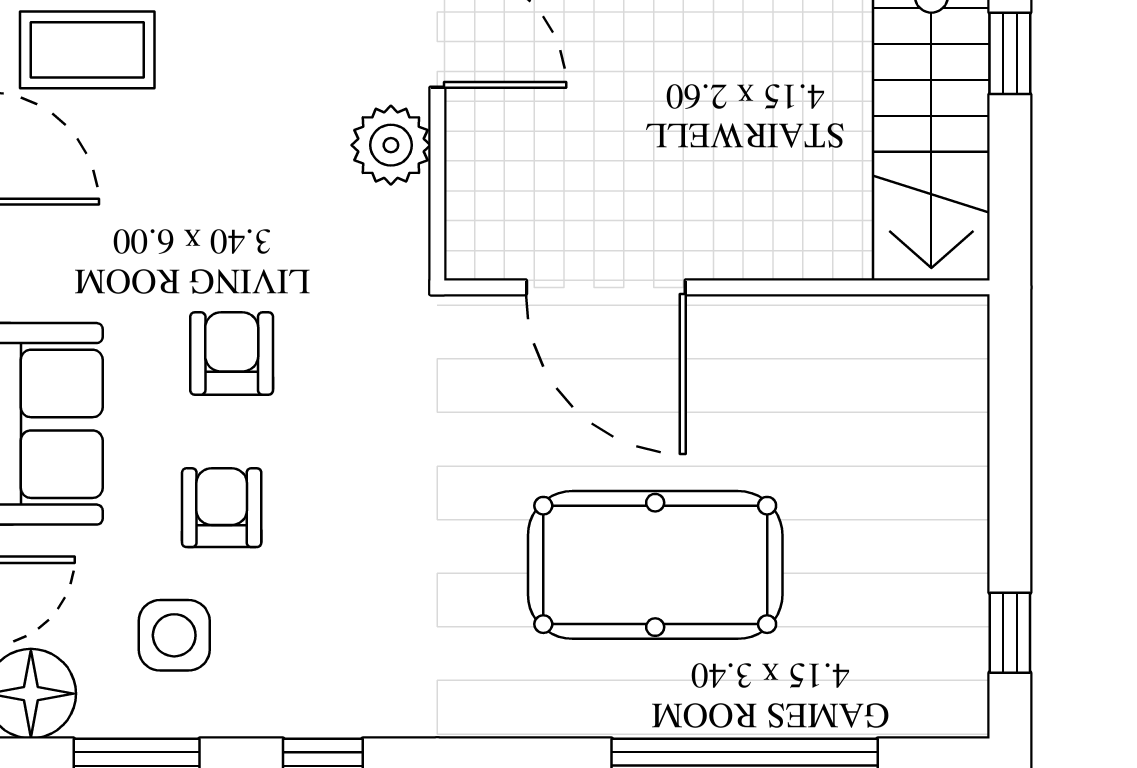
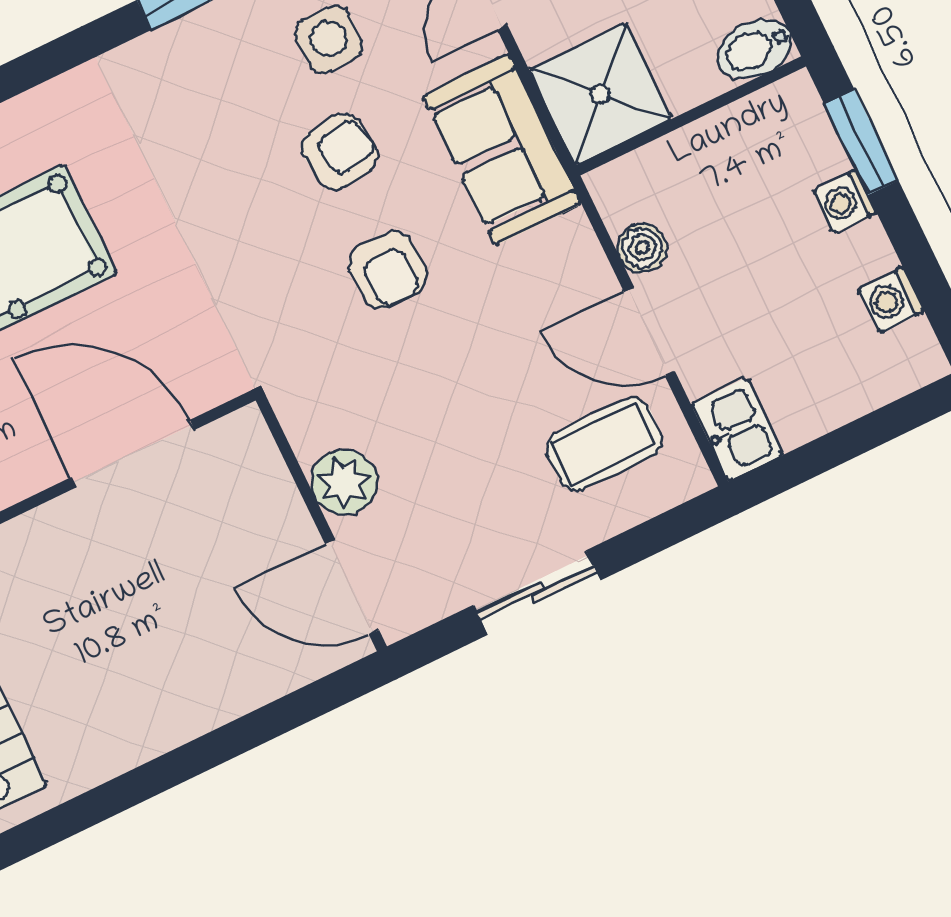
armchair: (222, 508) -> (339, 151), turned -98

